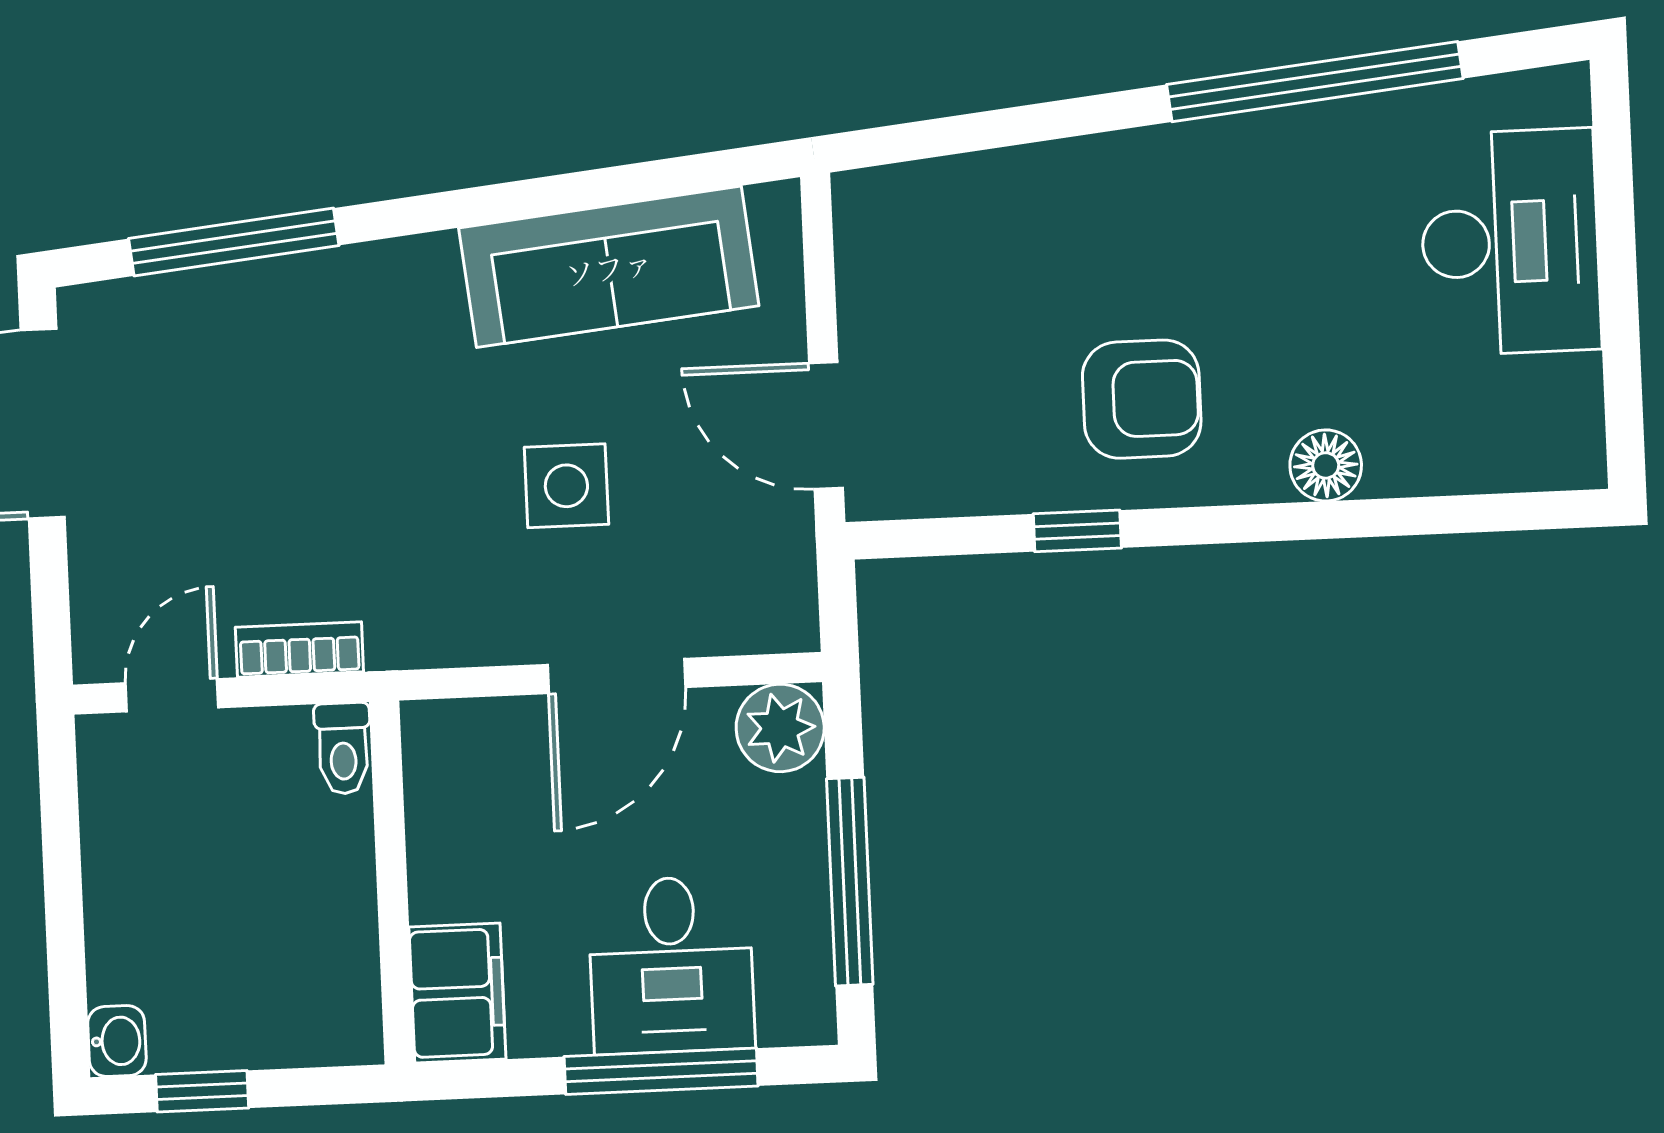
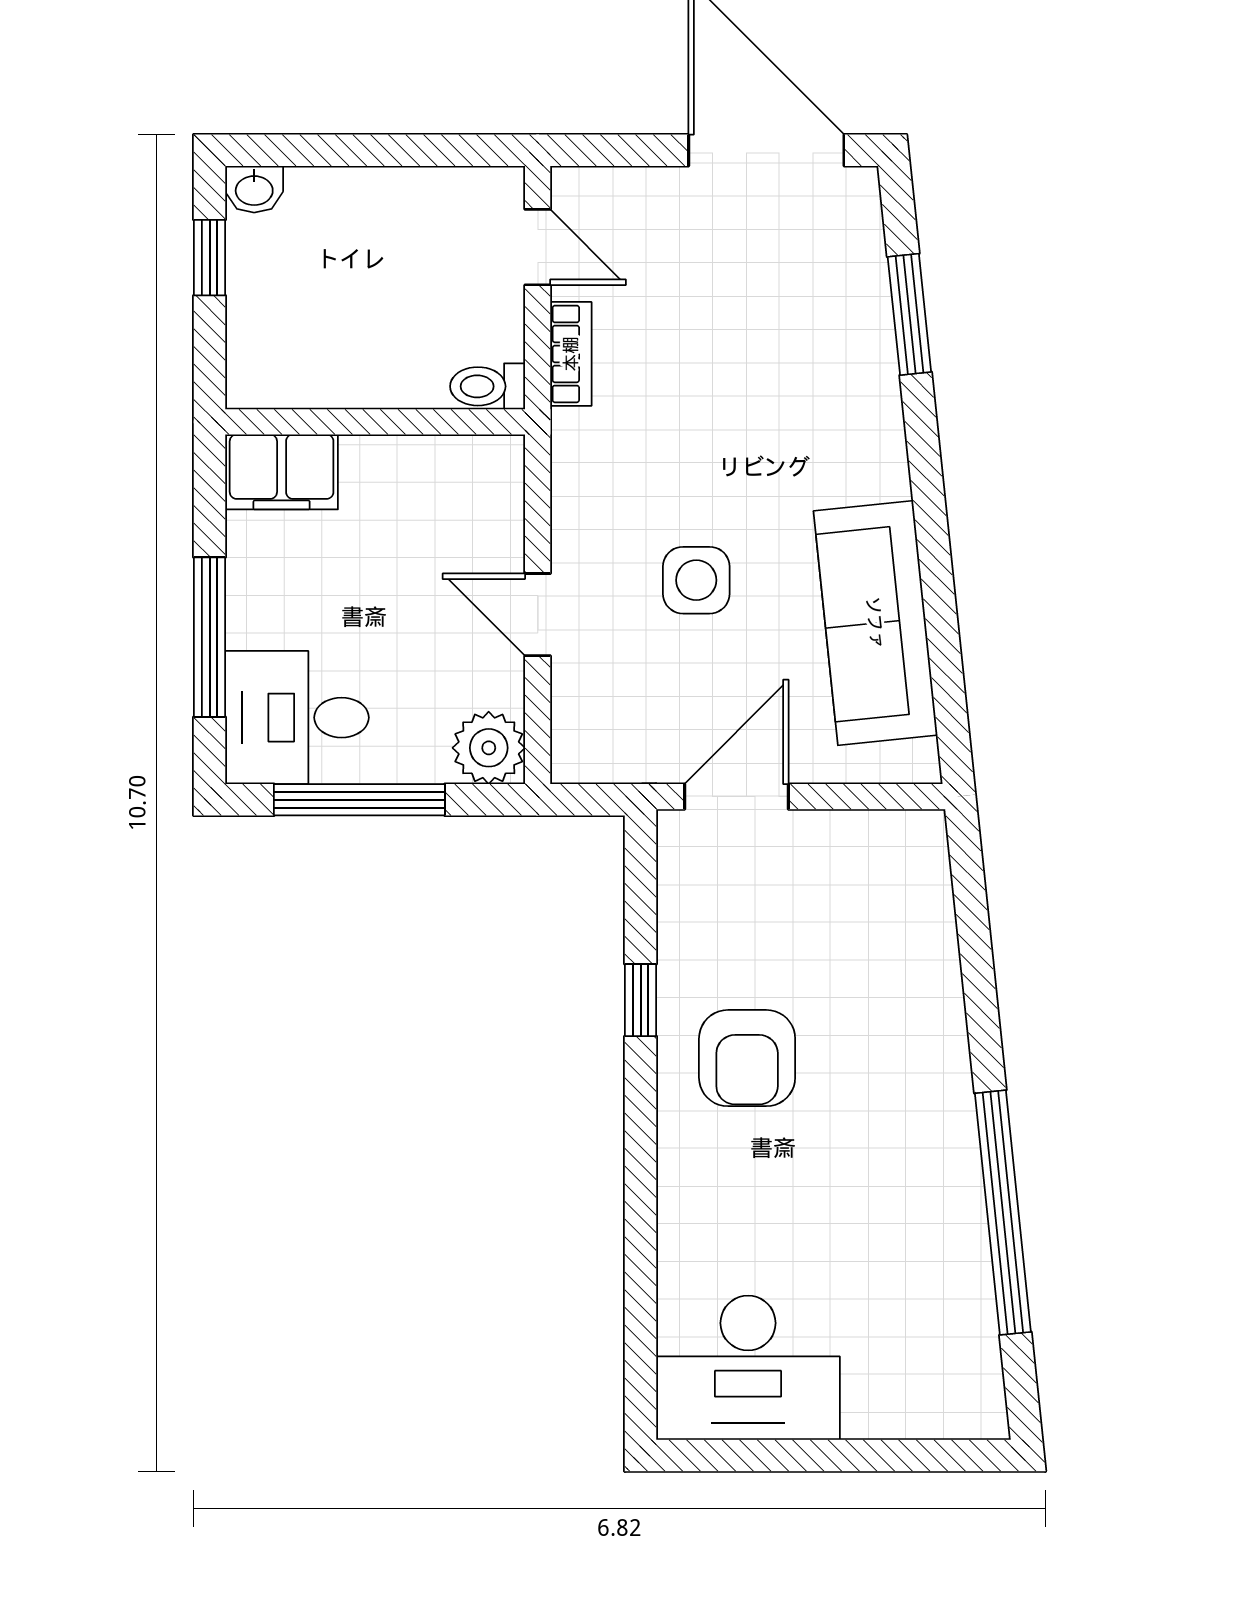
window: (234, 242) -> (909, 314), width x0.69
desk: (1510, 242) -> (748, 1368), moved
floor lamp: (1326, 465) -> (686, 1208), removed
door: (616, 676) -> (538, 615), width x0.73
desk: (671, 965) -> (297, 718), moved

